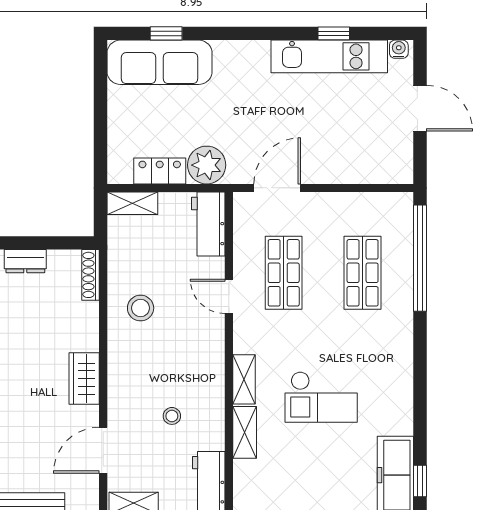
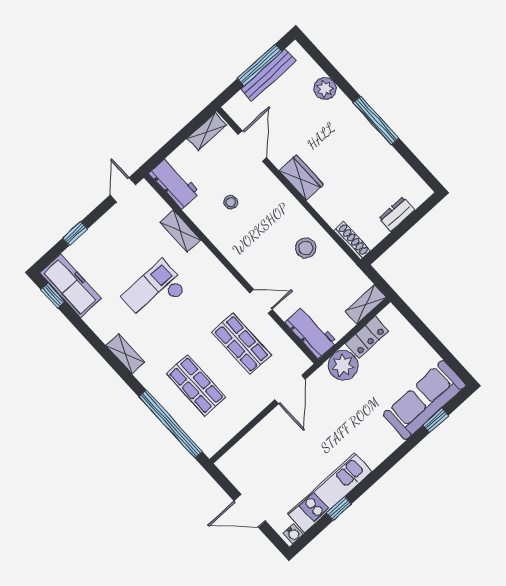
shelving: (244, 379) -> (125, 354), moved

